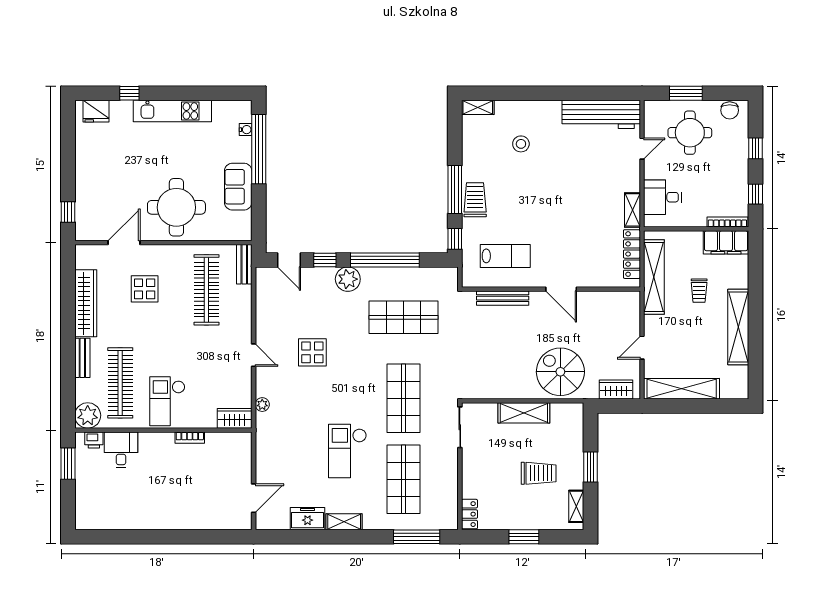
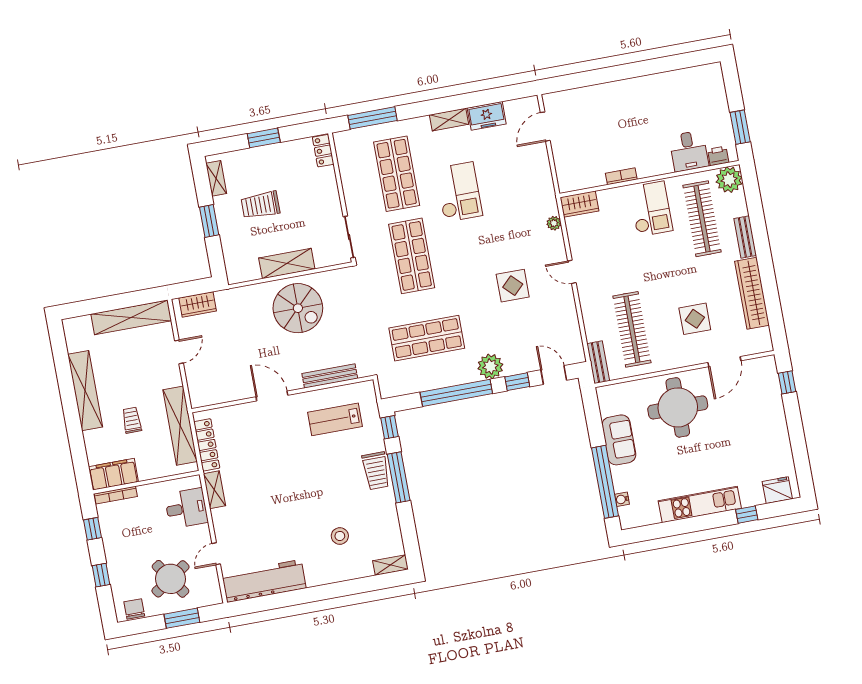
round table: (690, 133) -> (170, 579), turned -34
spiral stairs: (560, 372) -> (298, 308), moved

